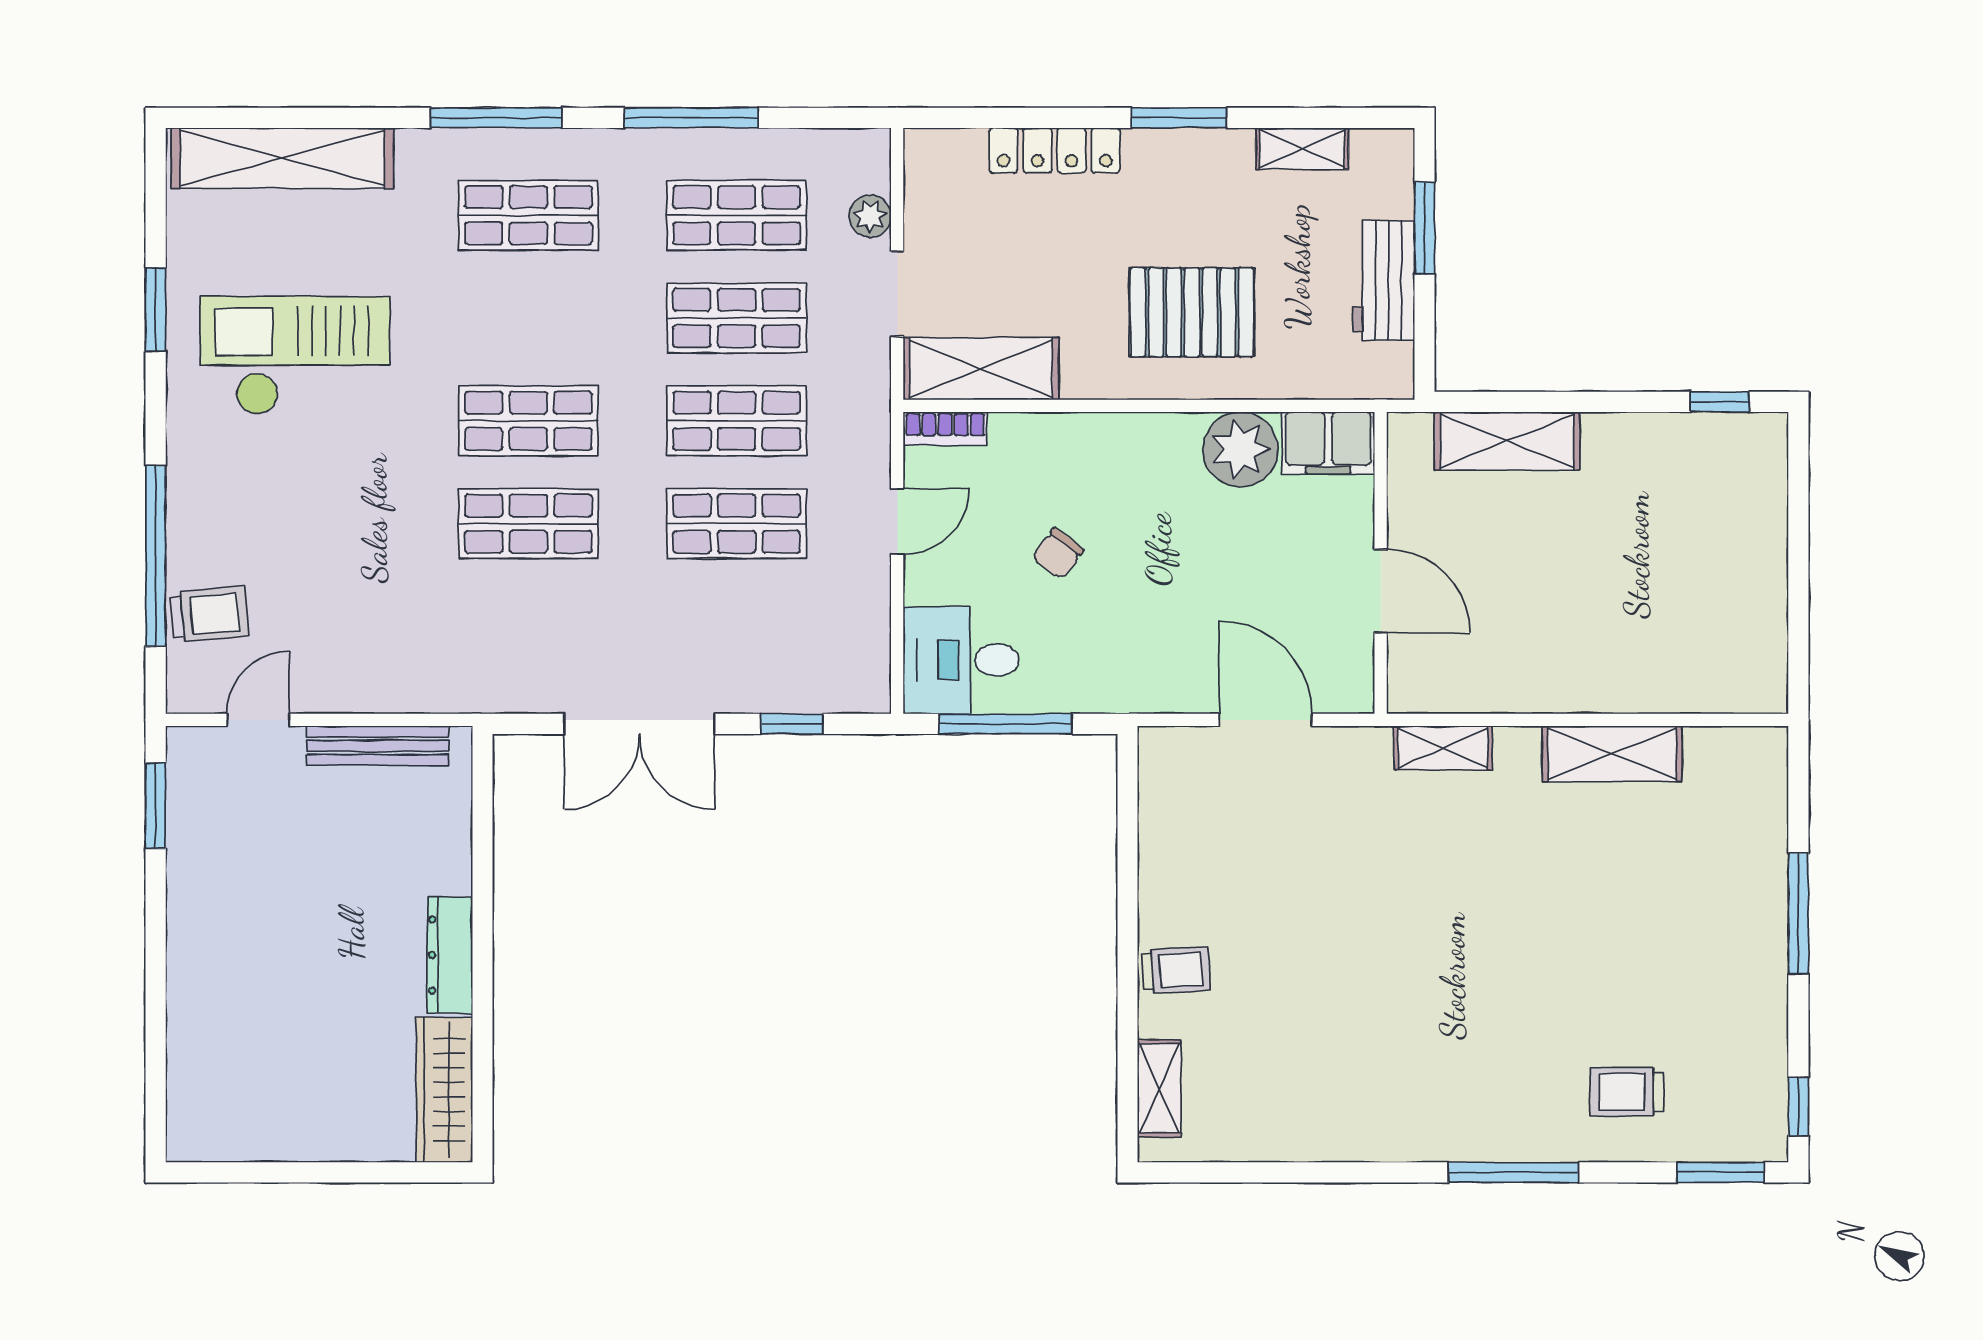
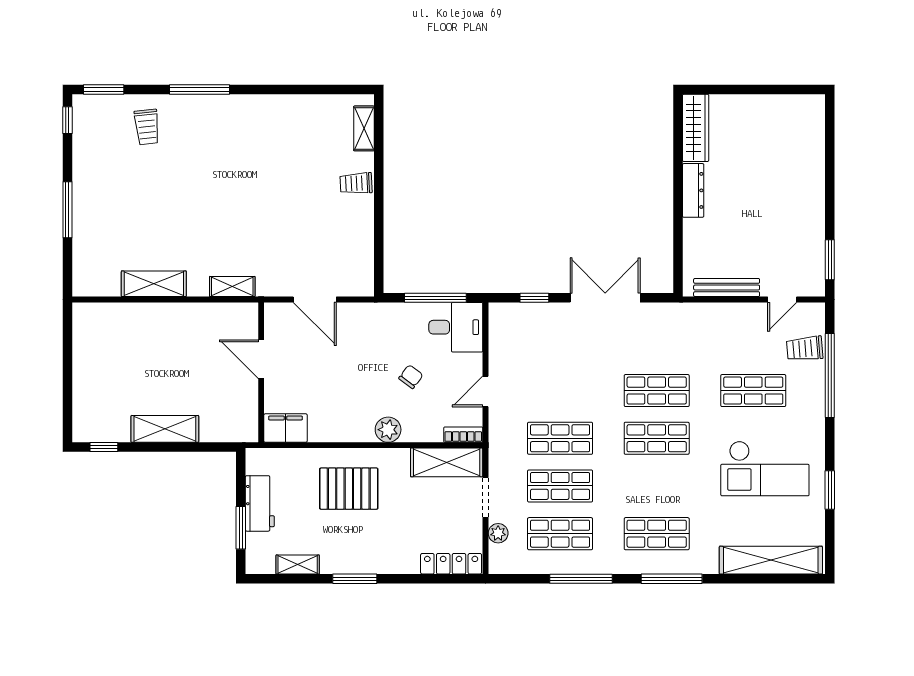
locker: (1055, 150) -> (451, 564), moved
shelving: (1507, 441) -> (165, 429), moved
plant: (1240, 449) -> (388, 430), moved, width x0.73, depth x0.73
shop shelf: (737, 524) -> (753, 391), moved
trolley: (1627, 1092) -> (147, 127), turned 84

